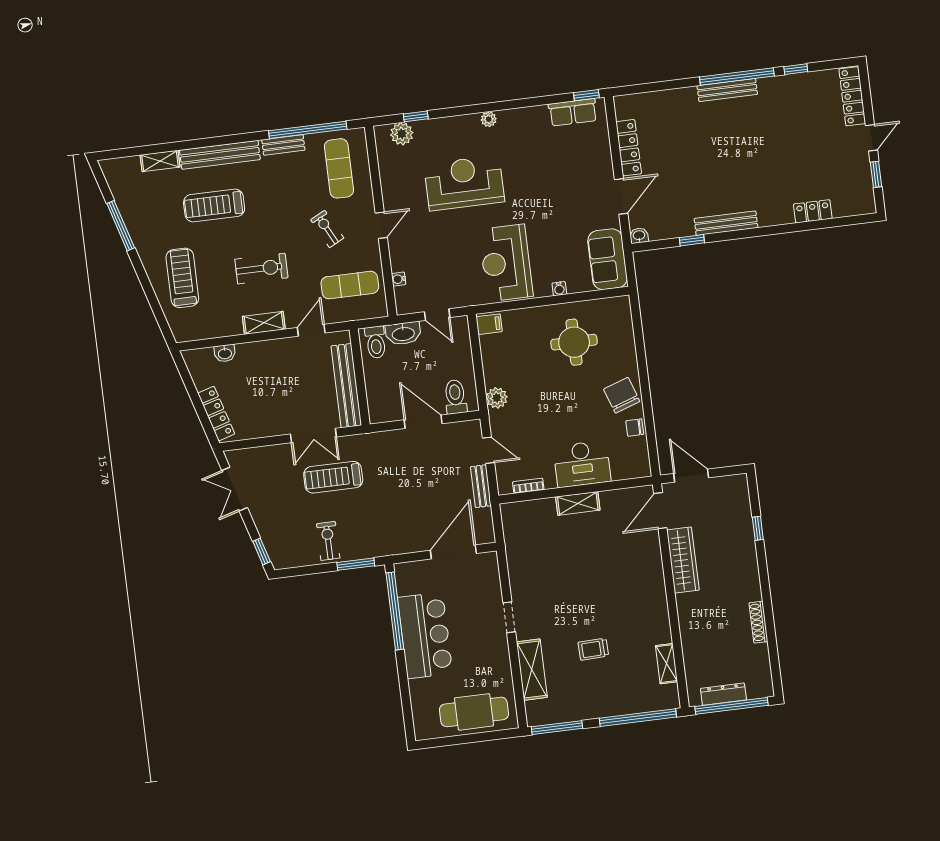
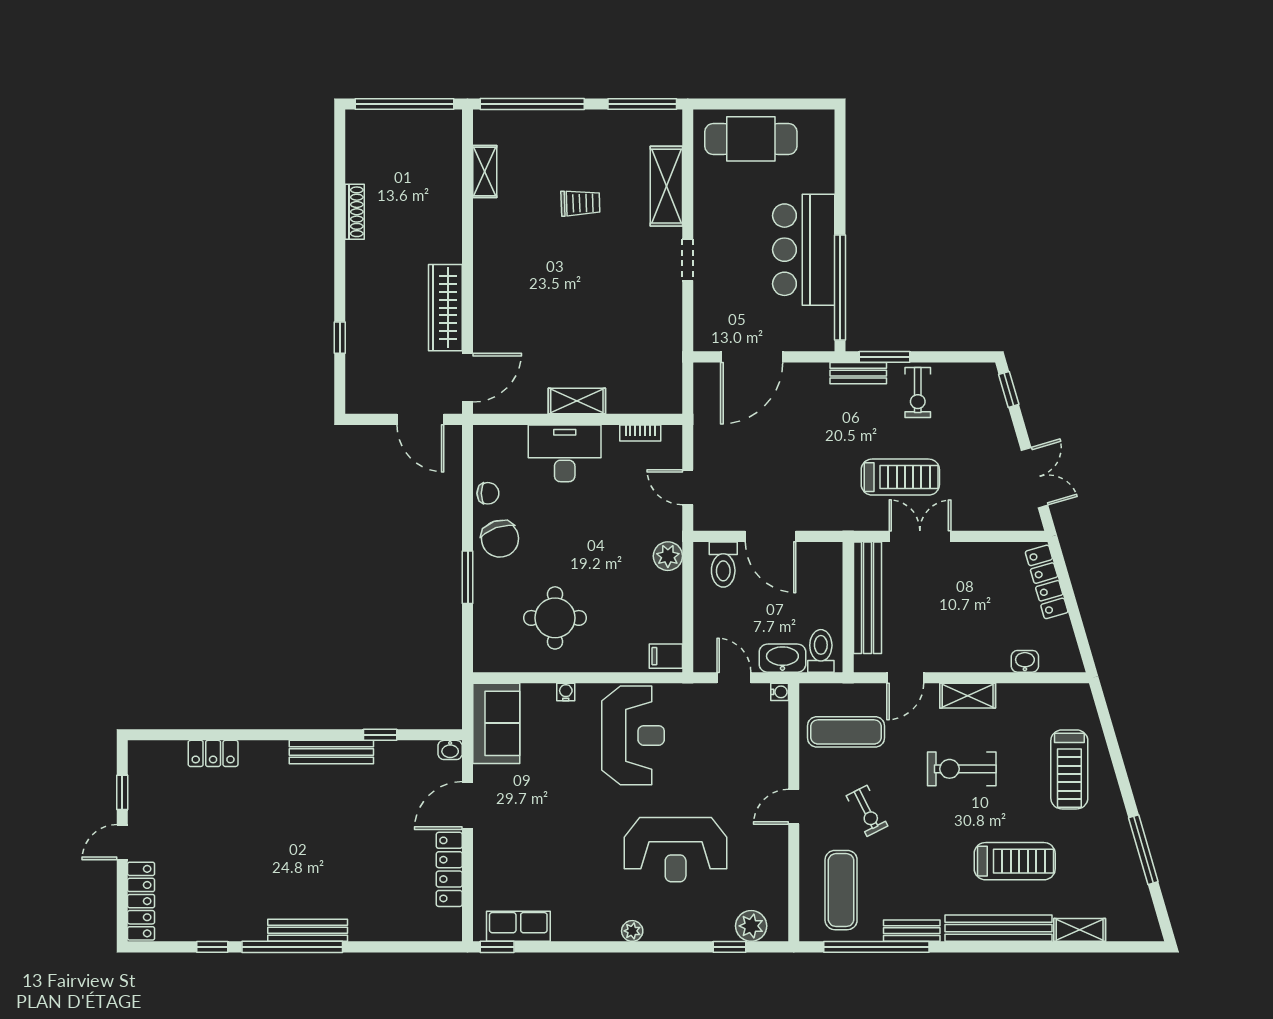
water cooler: (399, 279) -> (780, 692), moved
window: (642, 364) -> (468, 577), added
bench: (481, 486) -> (858, 373), moved, turned 90
dresser: (723, 694) -> (414, 121), removed

